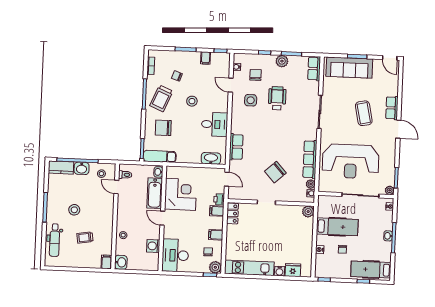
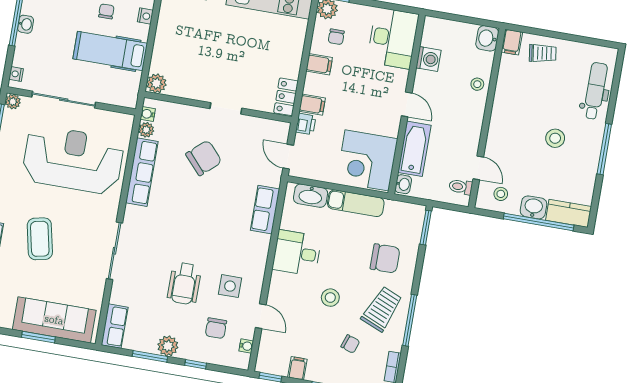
exam couch: (160, 156) -> (356, 203), moved
corner desk: (181, 194) -> (367, 160), moved
trolley: (85, 238) -> (543, 53), moved

